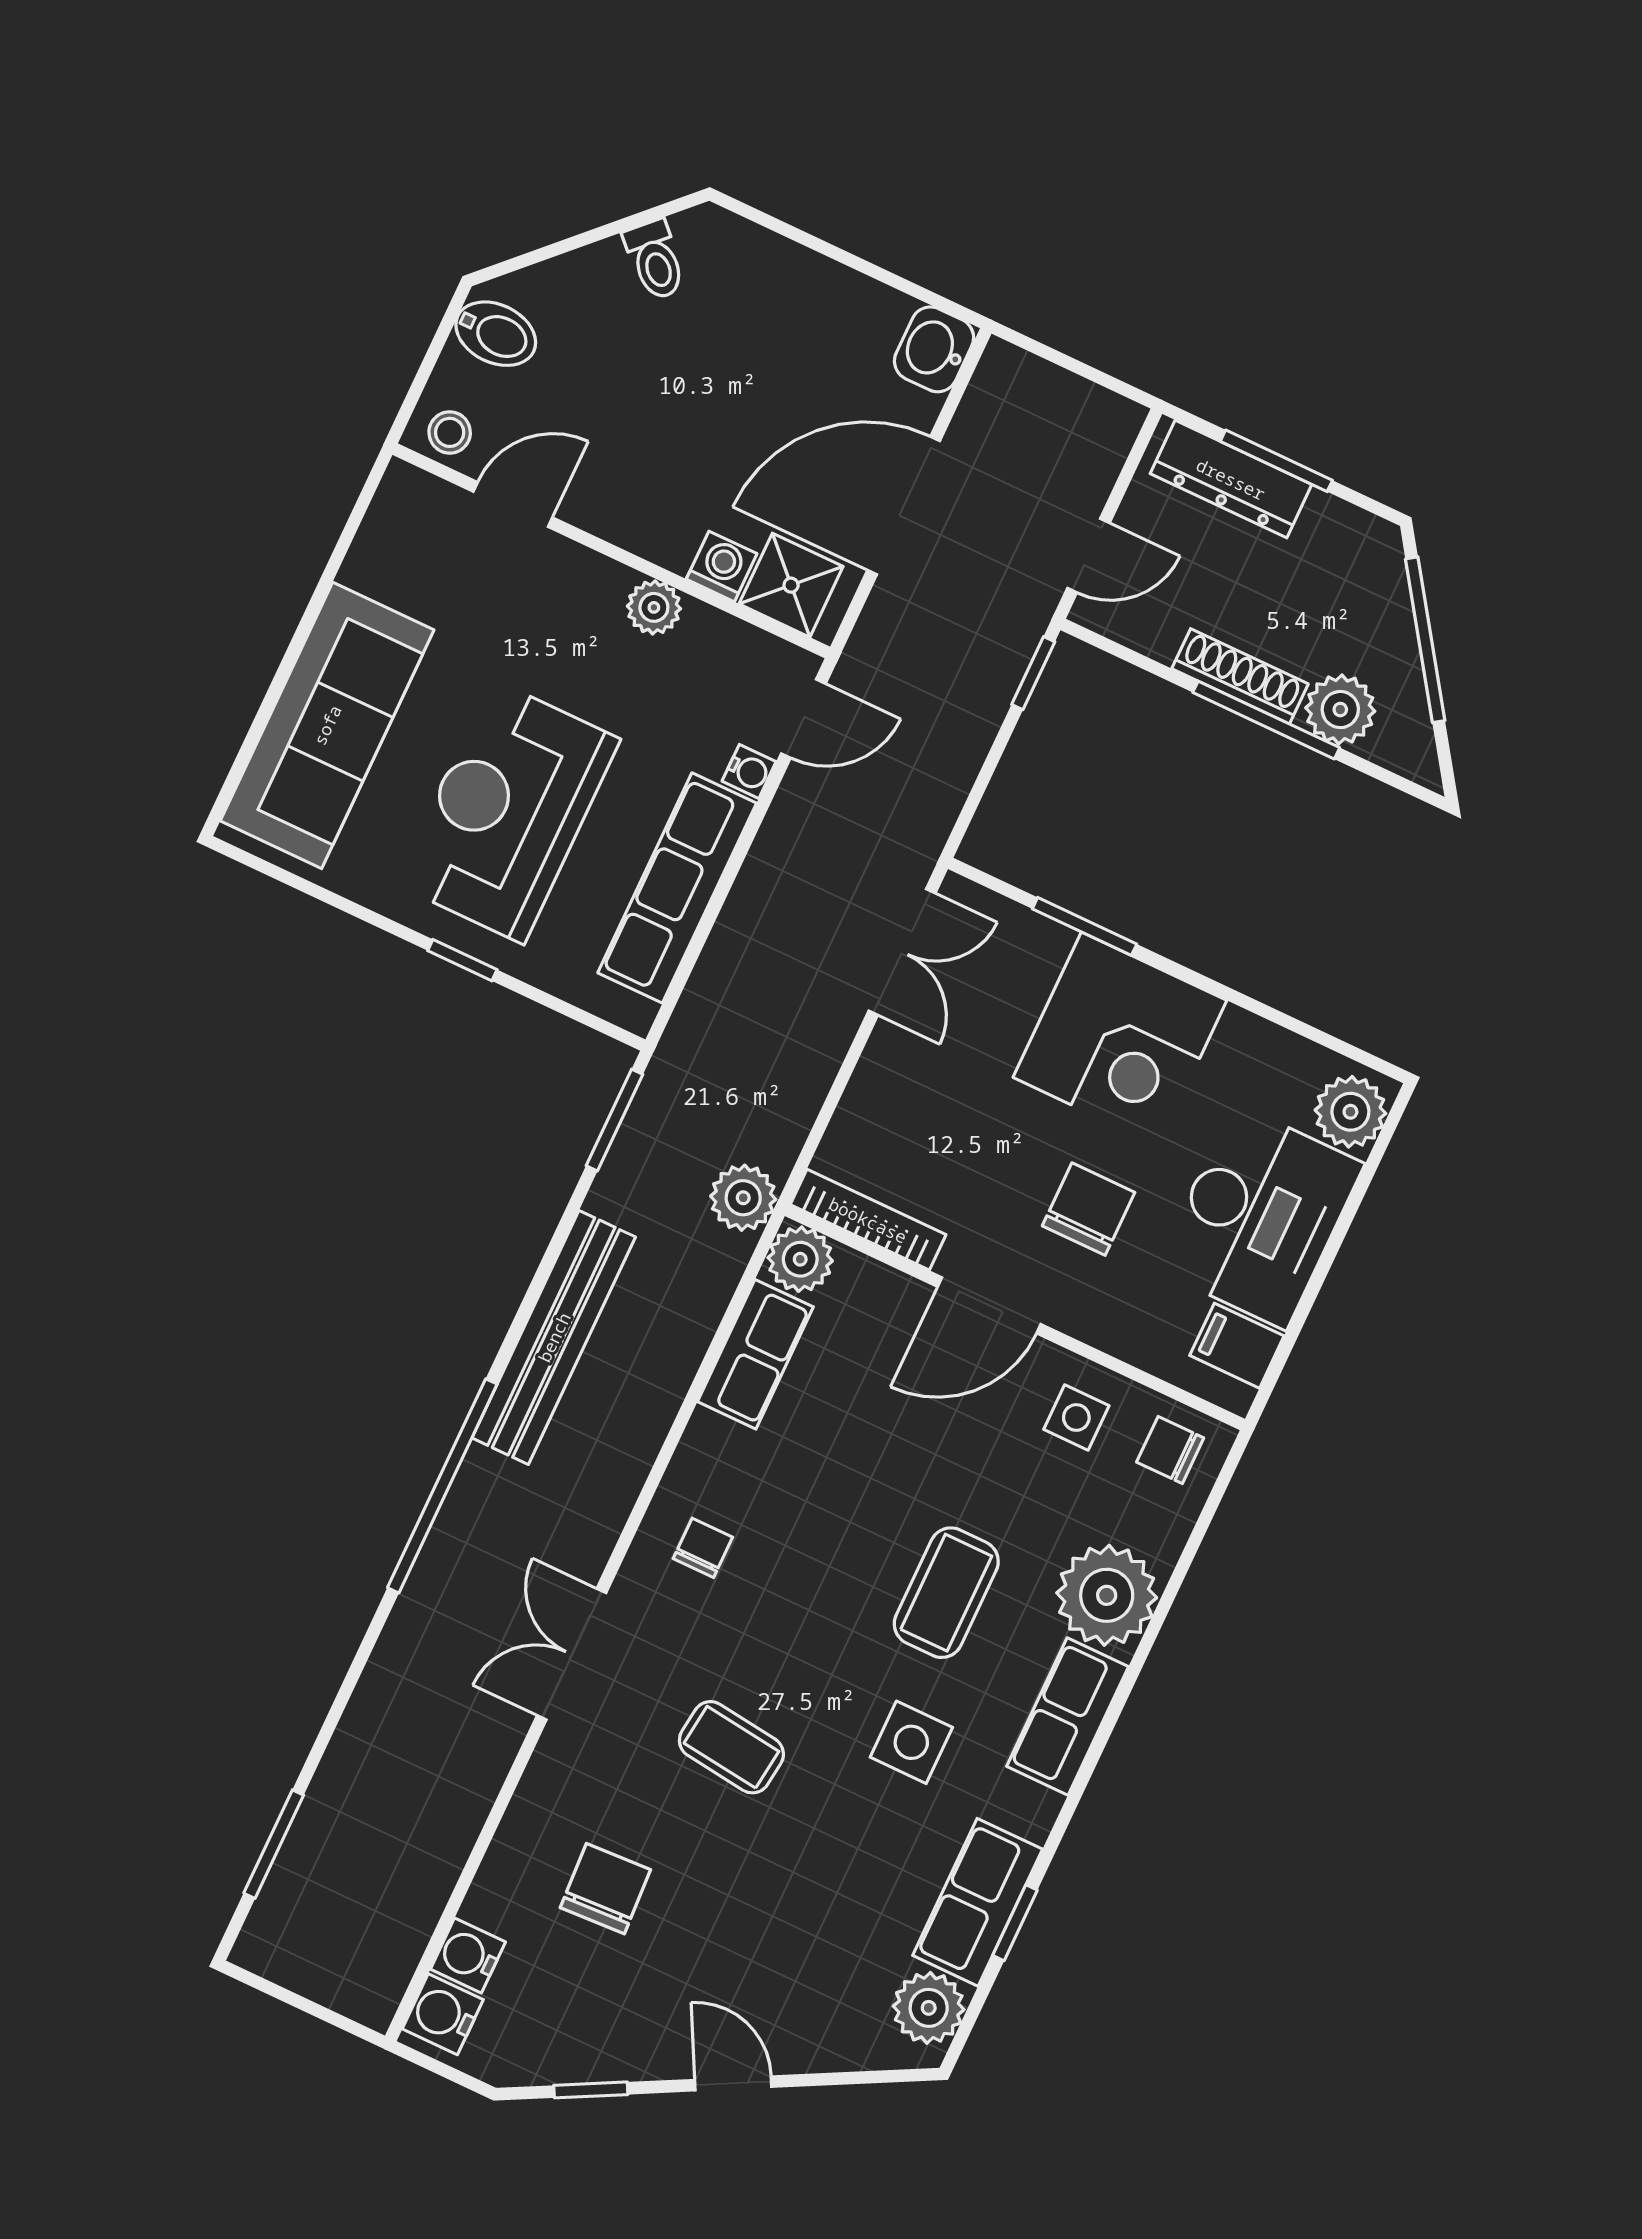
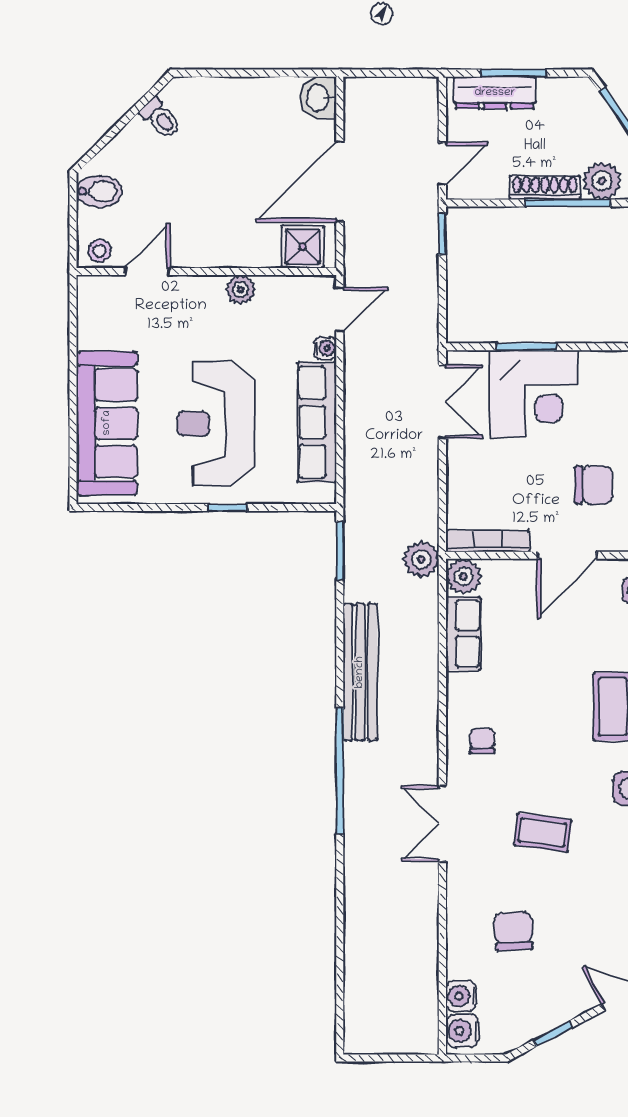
washing machine: (722, 566) -> (264, 254), removed
corner desk: (1120, 1039) -> (534, 394), moved
chair: (1089, 1209) -> (594, 485), turned 90
window: (274, 1844) -> (340, 986), removed

